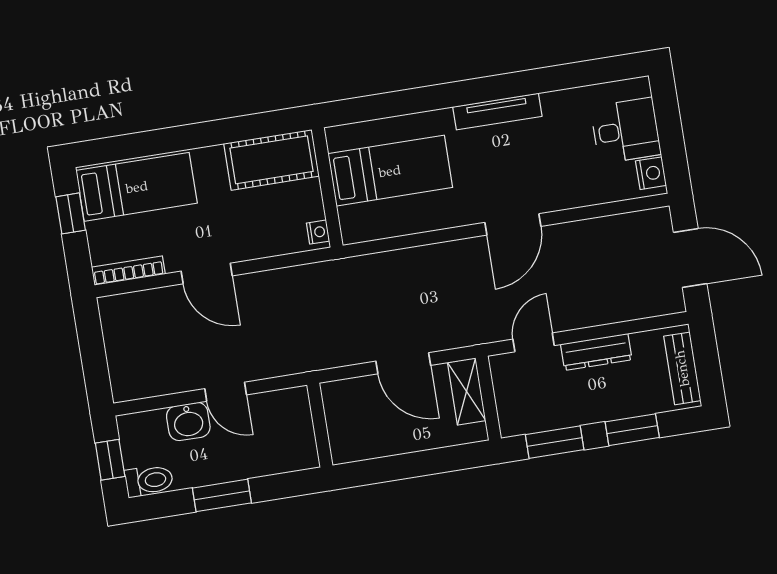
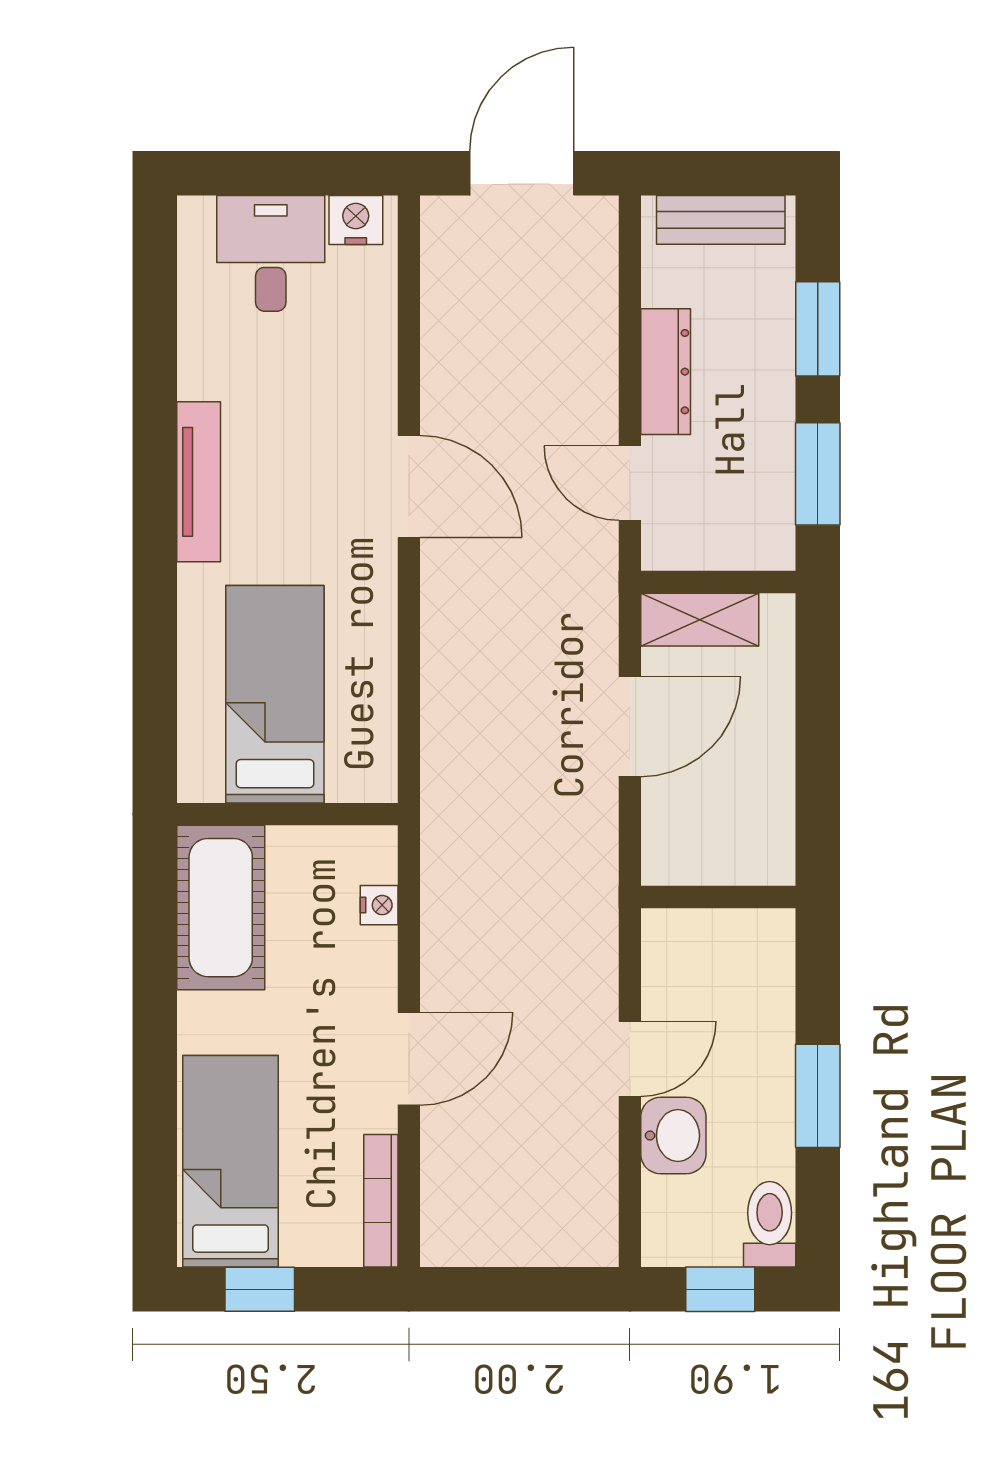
nightstand: (318, 232) -> (379, 905), moved, turned 90

